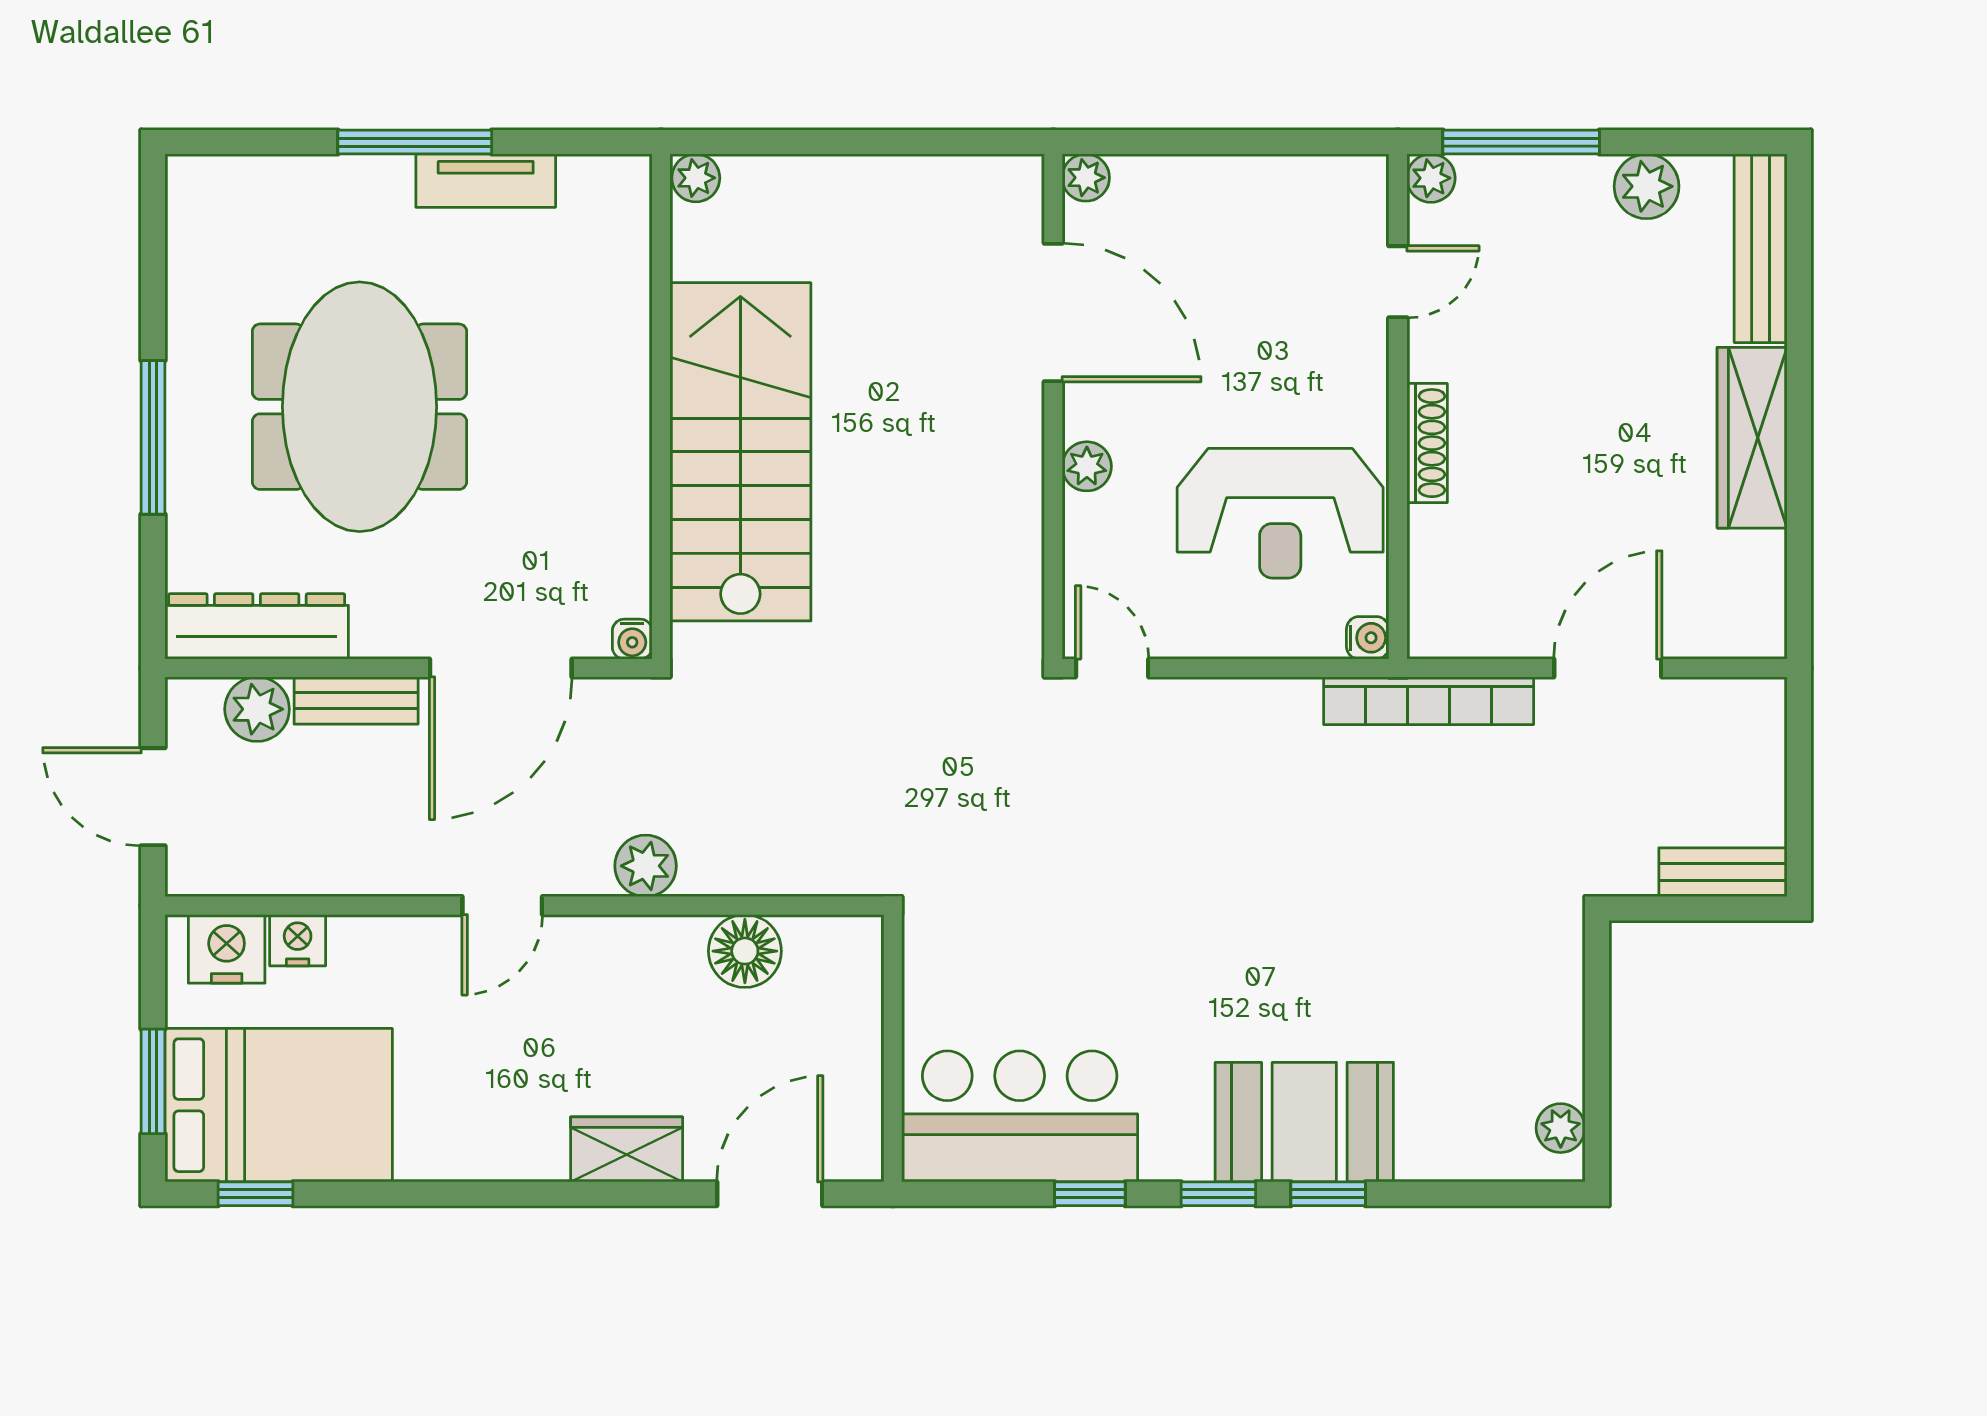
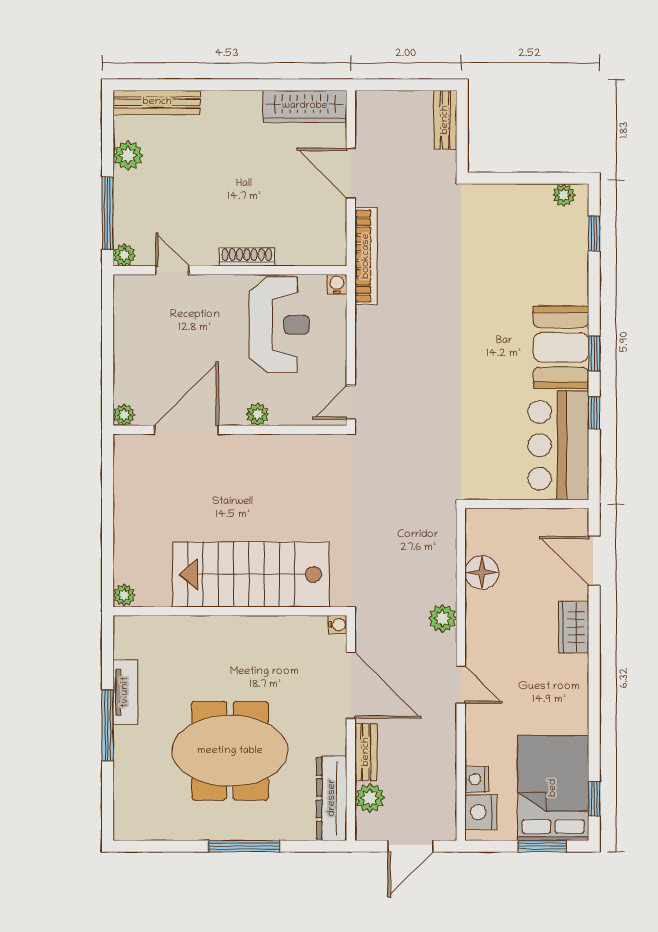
wardrobe: (1752, 438) -> (305, 106), moved
booth: (1304, 1122) -> (561, 347), moved
window: (1328, 1194) -> (594, 233), moved

